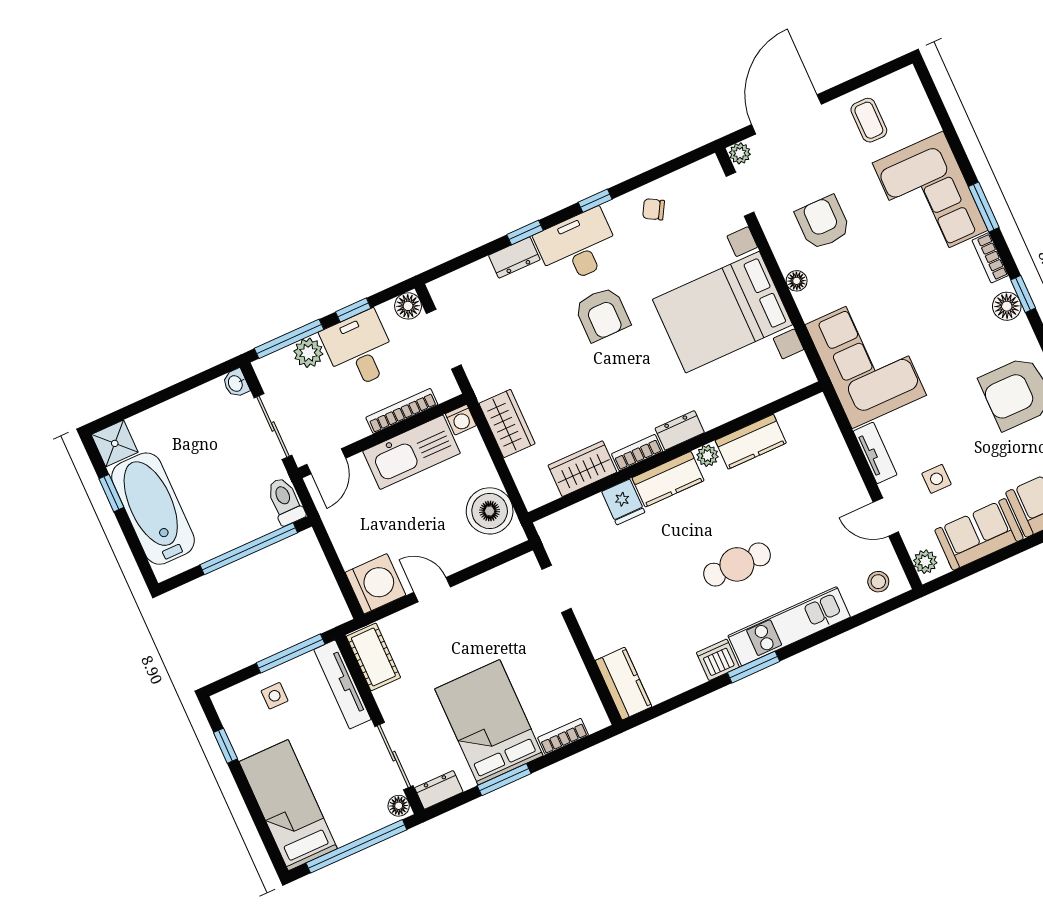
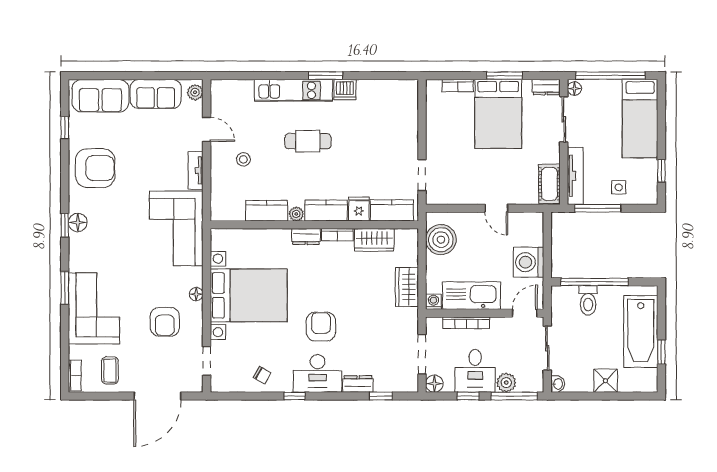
plant: (740, 153) -> (196, 385), removed
window: (525, 232) -> (381, 396), moved
bookcase: (990, 258) -> (75, 375), moved
shower: (115, 443) -> (606, 381), moved
side table: (937, 479) -> (166, 139), removed
toilet: (285, 501) -> (588, 300), moved
stool: (878, 582) -> (243, 159), moved
washing machine: (375, 584) -> (528, 262), moved
kitchen counter: (623, 684) -> (392, 210), moved, turned 90

